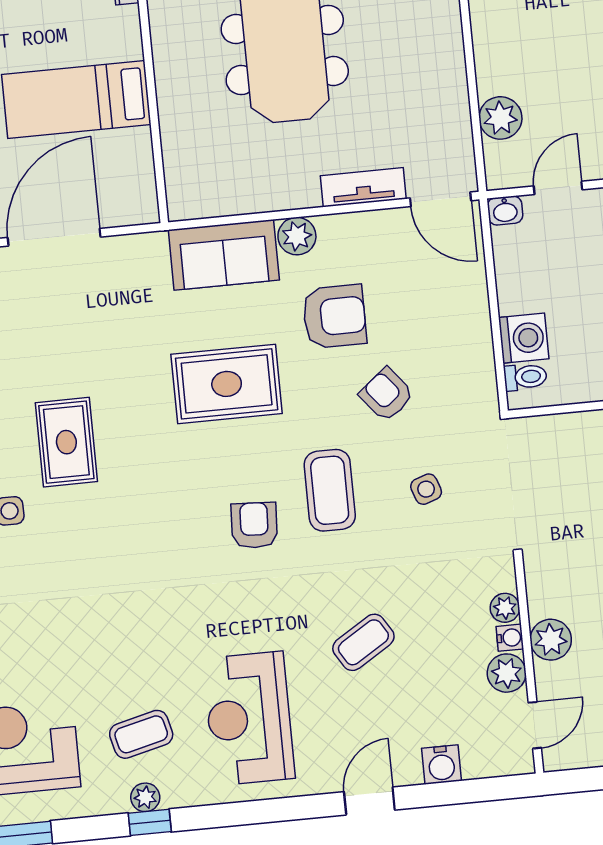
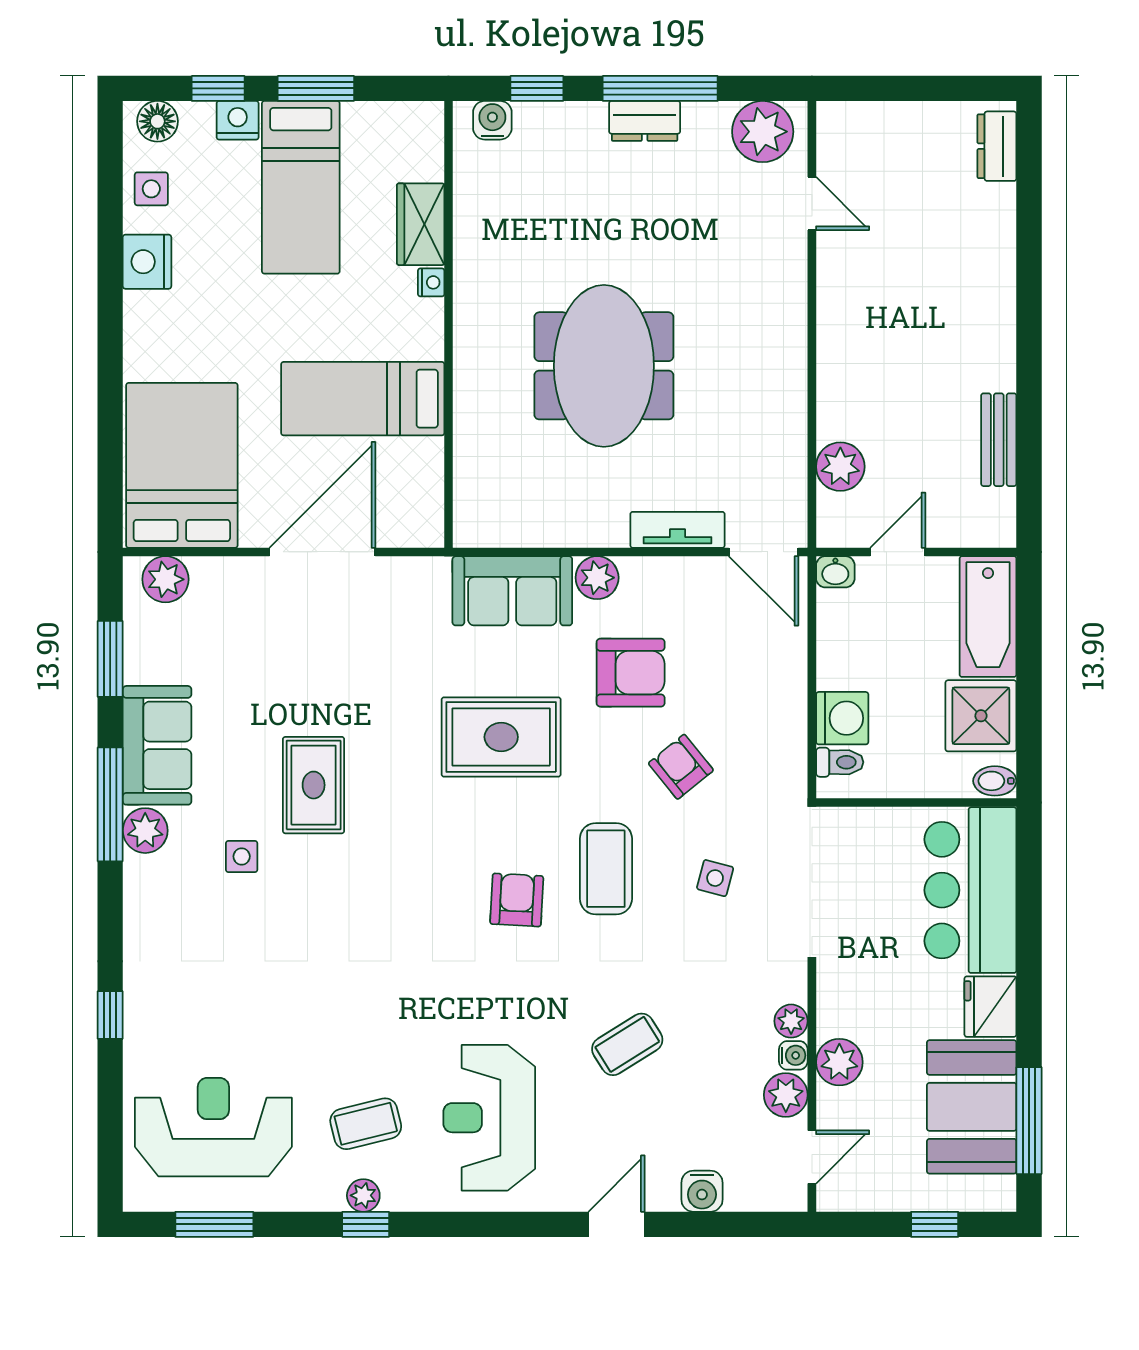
side table: (426, 489) -> (715, 878), turned 34

